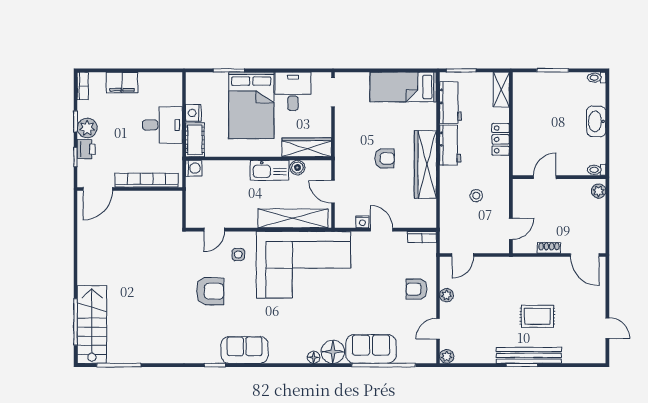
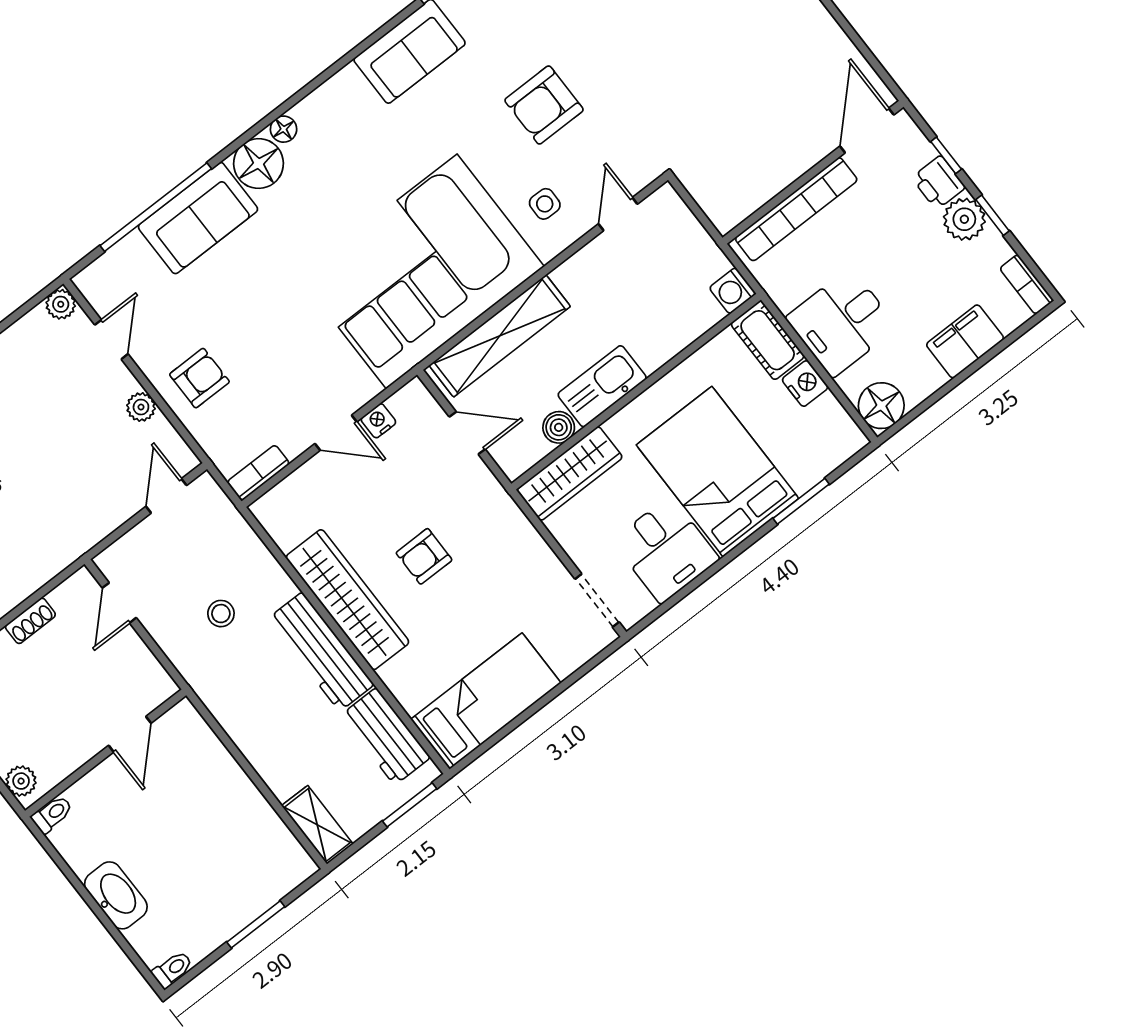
floor lamp: (172, 83) -> (881, 406), added
locker: (501, 139) -> (253, 740), removed
workbench: (450, 145) -> (321, 652), width x1.38

